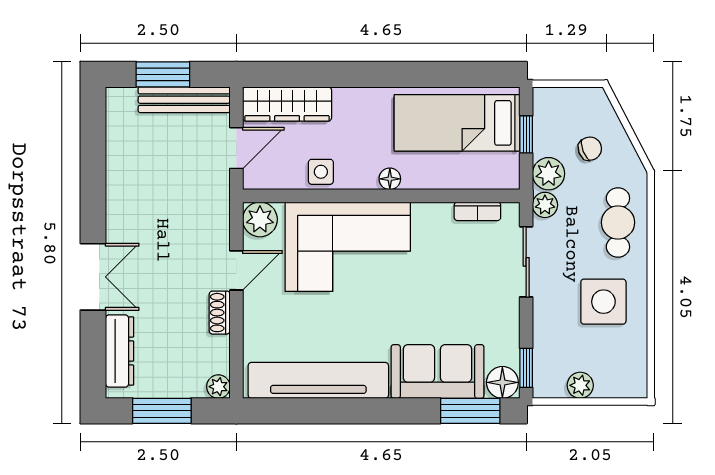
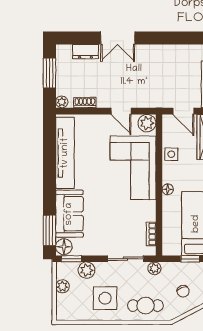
plant: (549, 174) -> (87, 270), moved
shoe rack: (220, 313) -> (85, 103), moved
dresser: (120, 351) -> (86, 52), width x0.70

